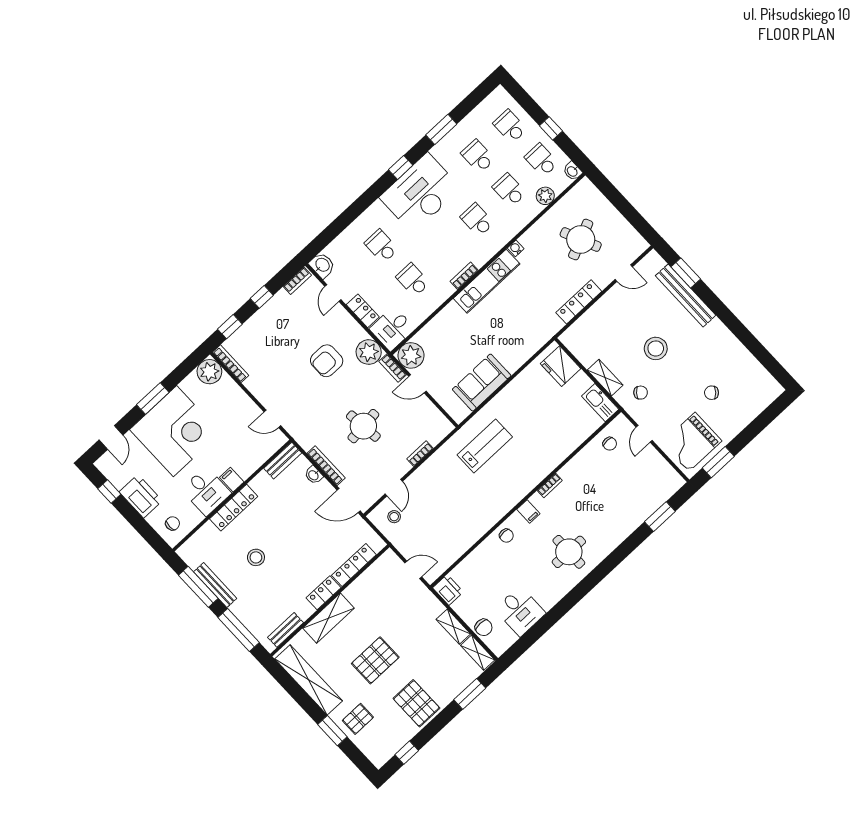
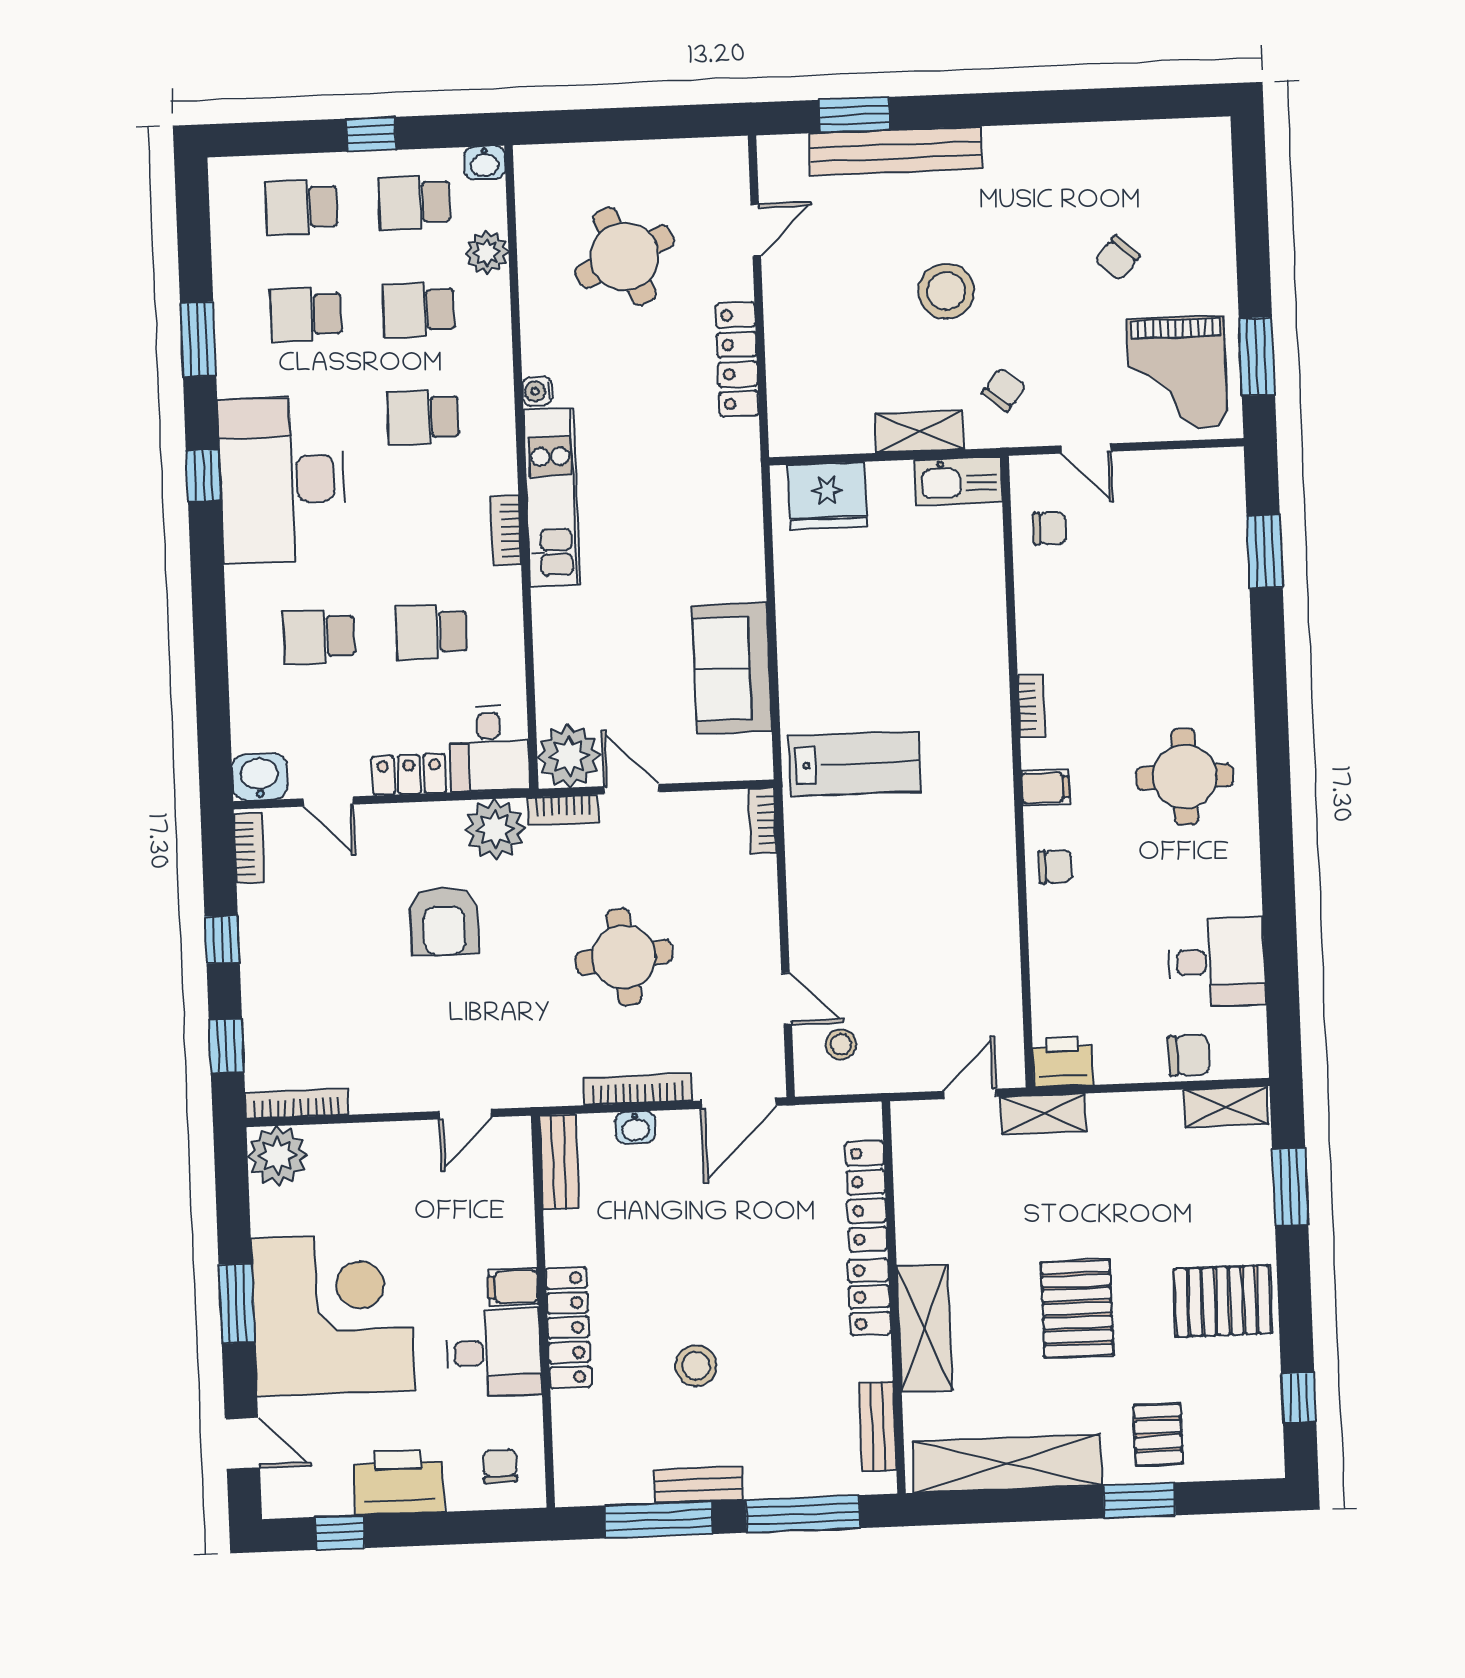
door: (417, 384) -> (632, 789), swing flipped
lab bench: (485, 446) -> (854, 764), turned 90
bookcase: (420, 454) -> (762, 821), moved
bench: (215, 585) -> (698, 1485), width x0.73
shelving: (453, 627) -> (1043, 1114), moved

